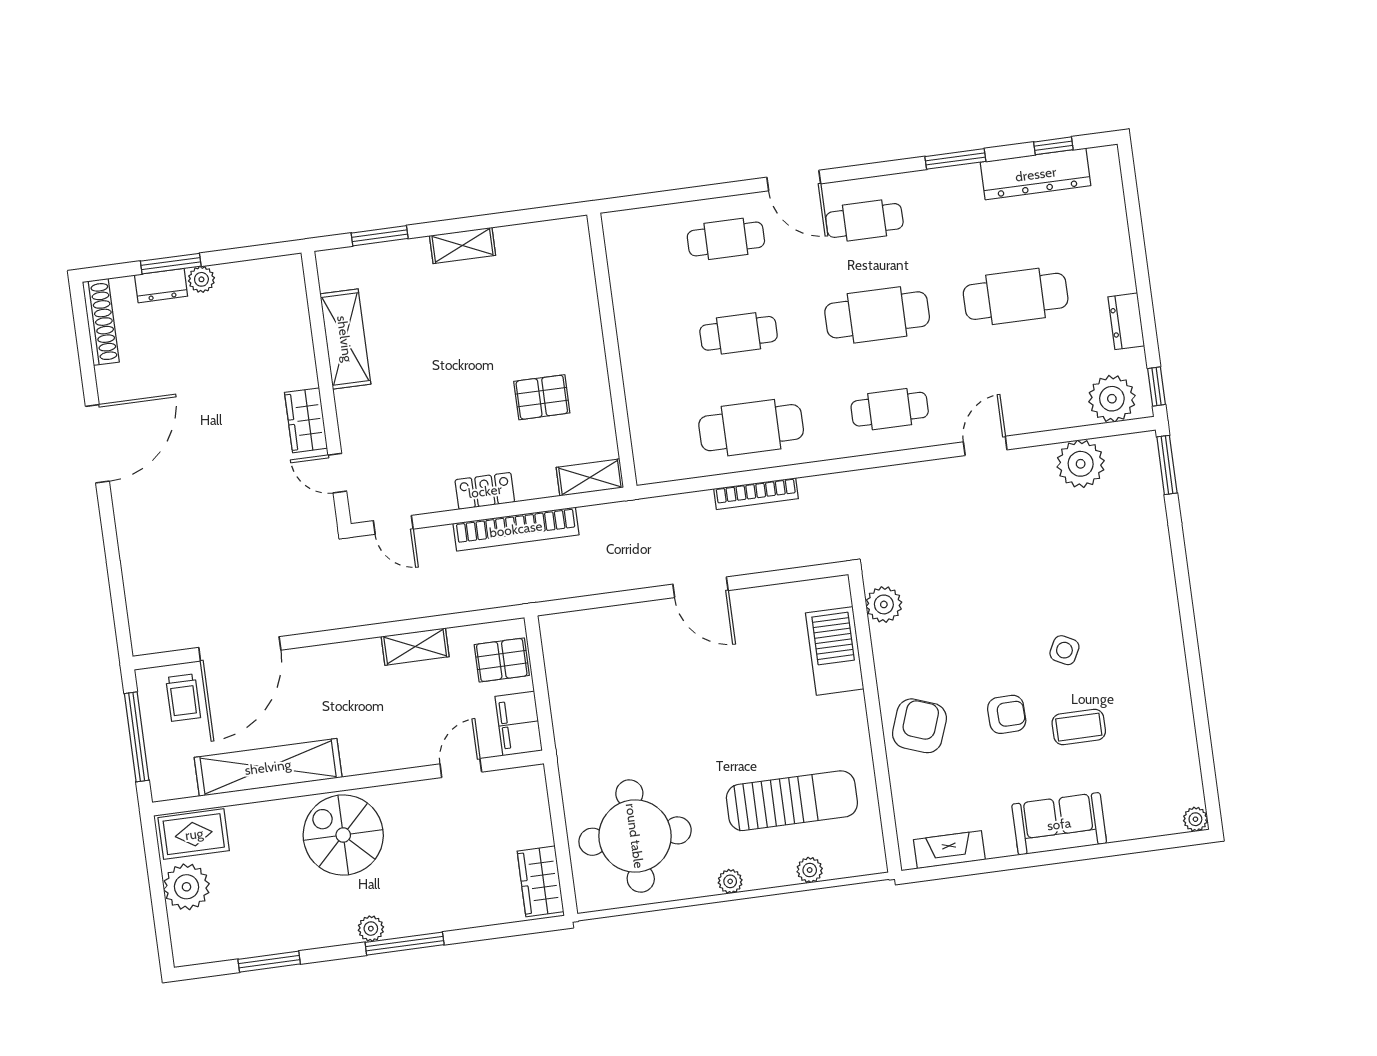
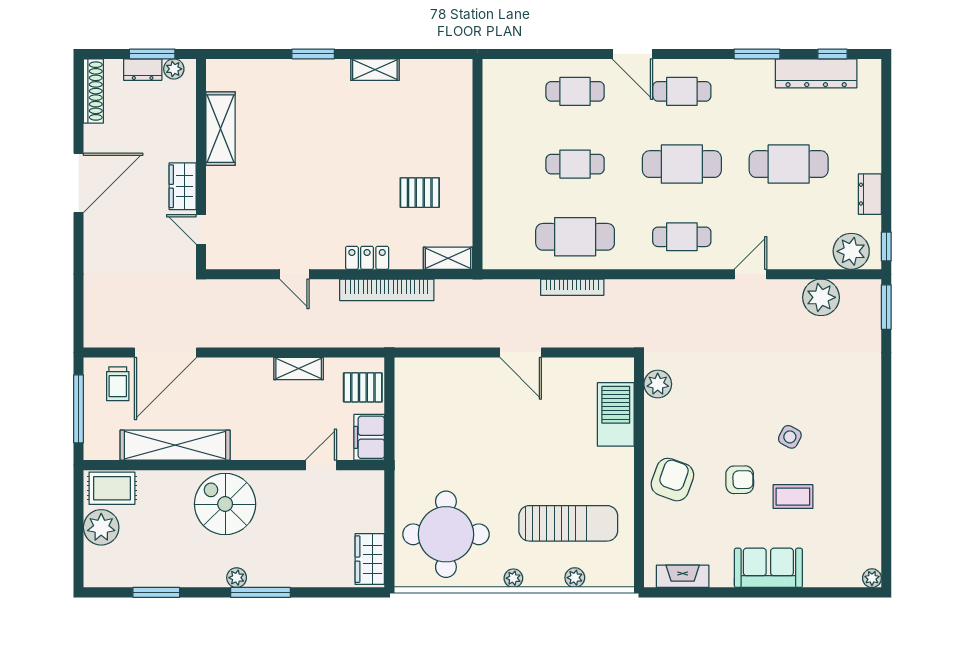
shelving: (345, 339) -> (221, 129), moved
wall: (326, 388) -> (201, 164), moved
wardrobe: (306, 420) -> (183, 186), moved
door: (337, 473) -> (201, 229), moved

